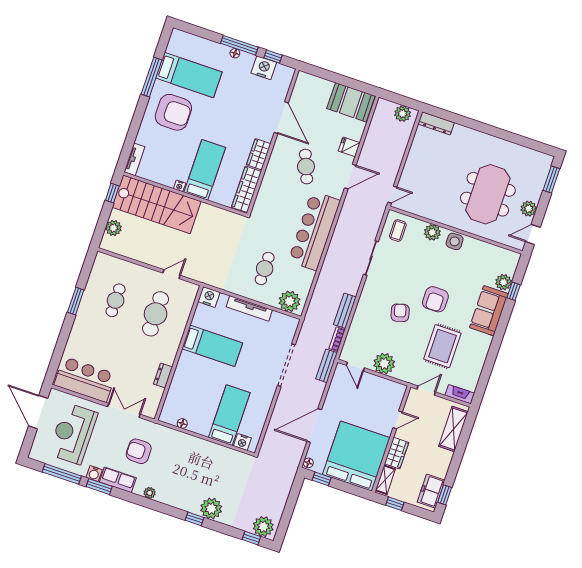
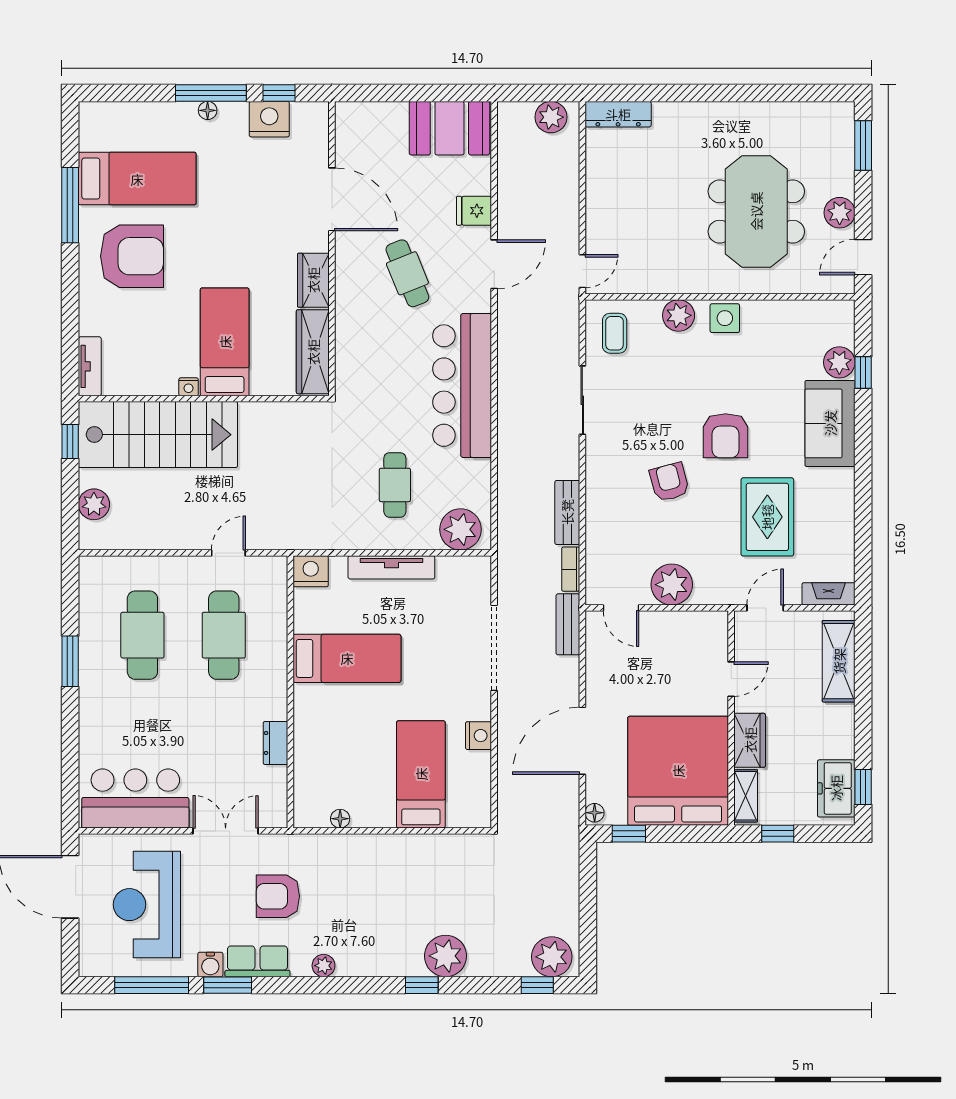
cafe table: (116, 300) -> (142, 635), width x1.37, depth x1.35
nightstand: (242, 442) -> (479, 736), moved, turned -90

